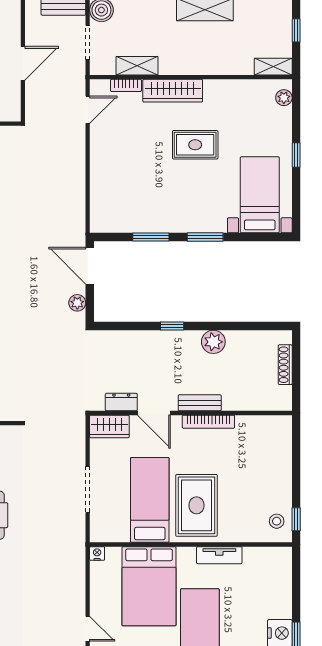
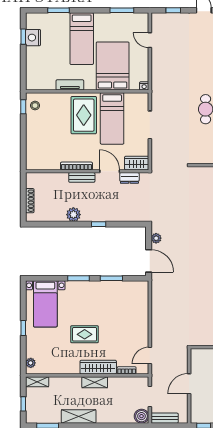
shelving: (137, 66) -> (95, 382), moved

